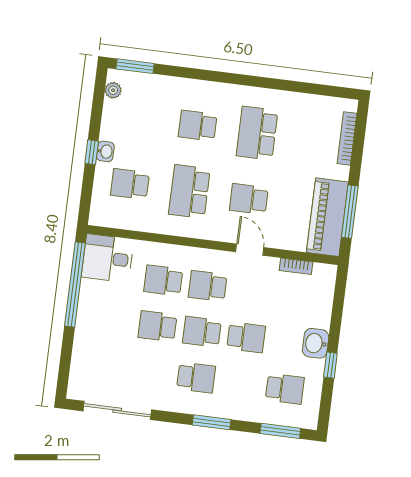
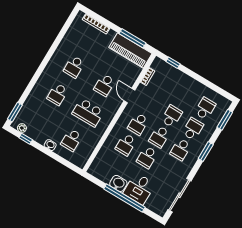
school desk: (257, 133) -> (74, 67), width x0.54
window: (92, 152) -> (26, 139), moved
door: (250, 250) -> (129, 96), hinge flipped
desk: (108, 258) -> (139, 189), moved
window: (75, 285) -> (124, 198), moved
washbasin: (316, 343) -> (118, 183), moved, turned 180
window: (330, 365) -> (173, 63), moved
school desk: (196, 378) -> (180, 149), turned 180
school desk: (240, 383) -> (193, 129), added

